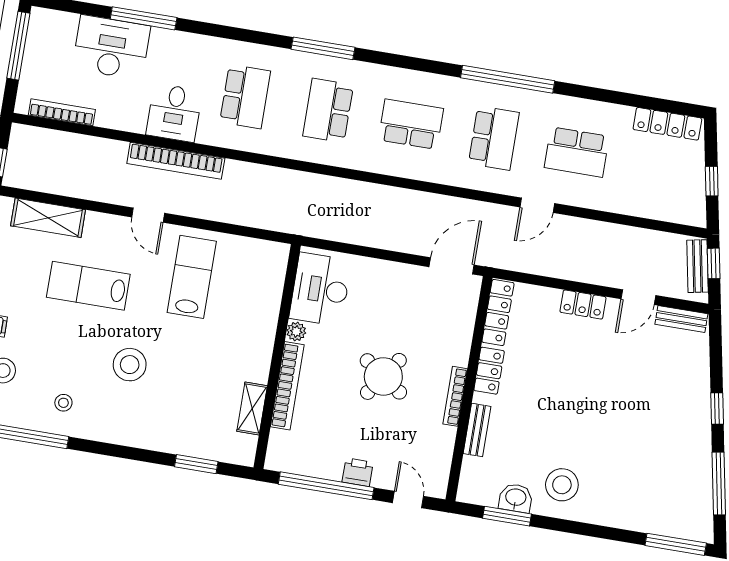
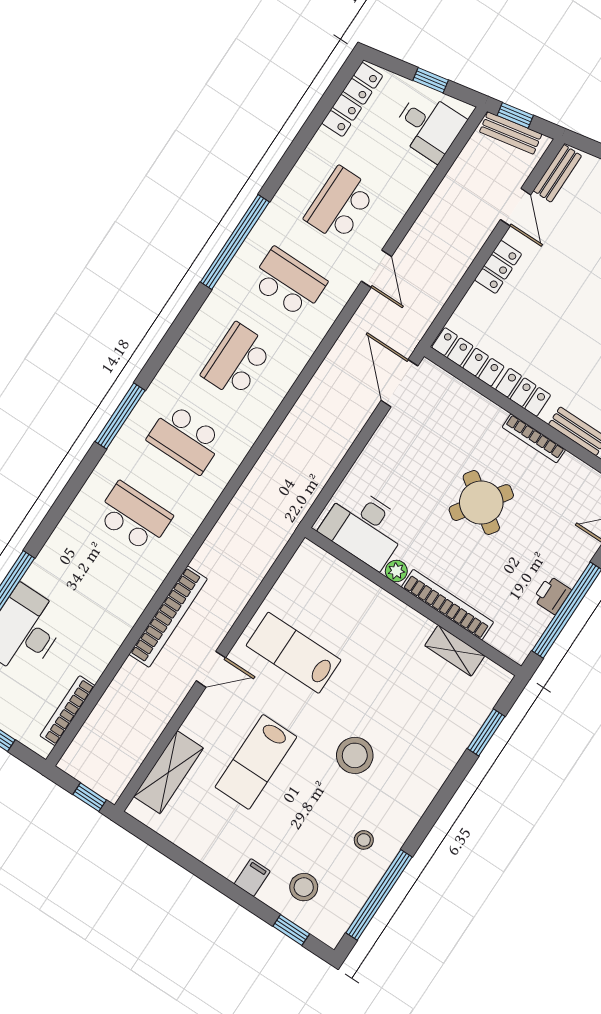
desk: (174, 113) -> (429, 126), moved
school desk: (577, 152) -> (340, 205), turned 180
printer: (358, 472) -> (552, 595), moved

